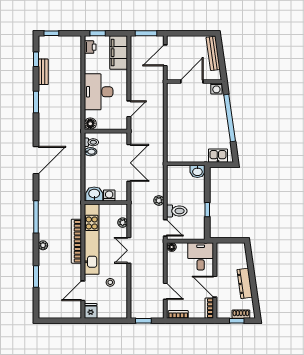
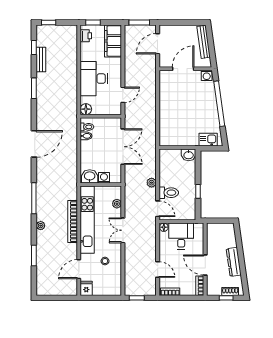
desk: (201, 256) -> (181, 236), moved

